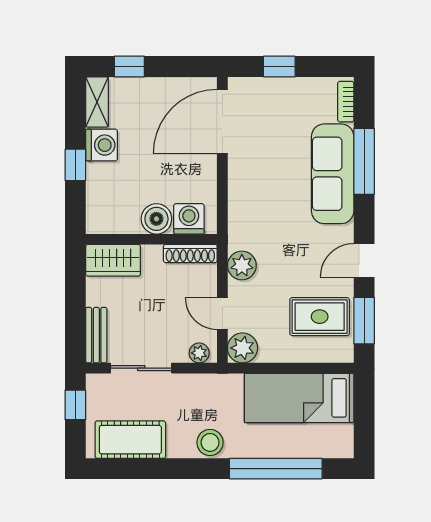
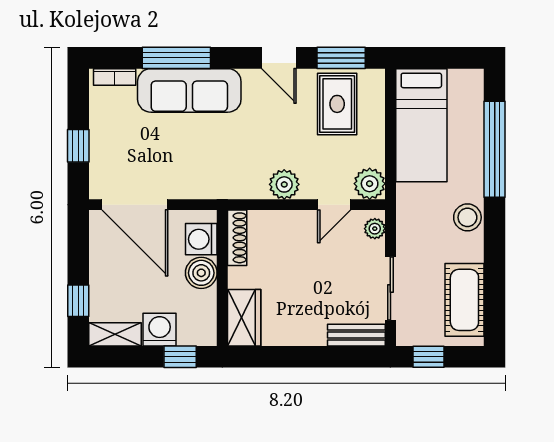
boiler: (156, 219) -> (201, 273), moved
washing machine: (189, 219) -> (201, 239), moved
wall: (151, 239) -> (222, 278), moved
shoe rack: (190, 254) -> (237, 238), moved
wardrobe: (113, 260) -> (244, 318), moved

